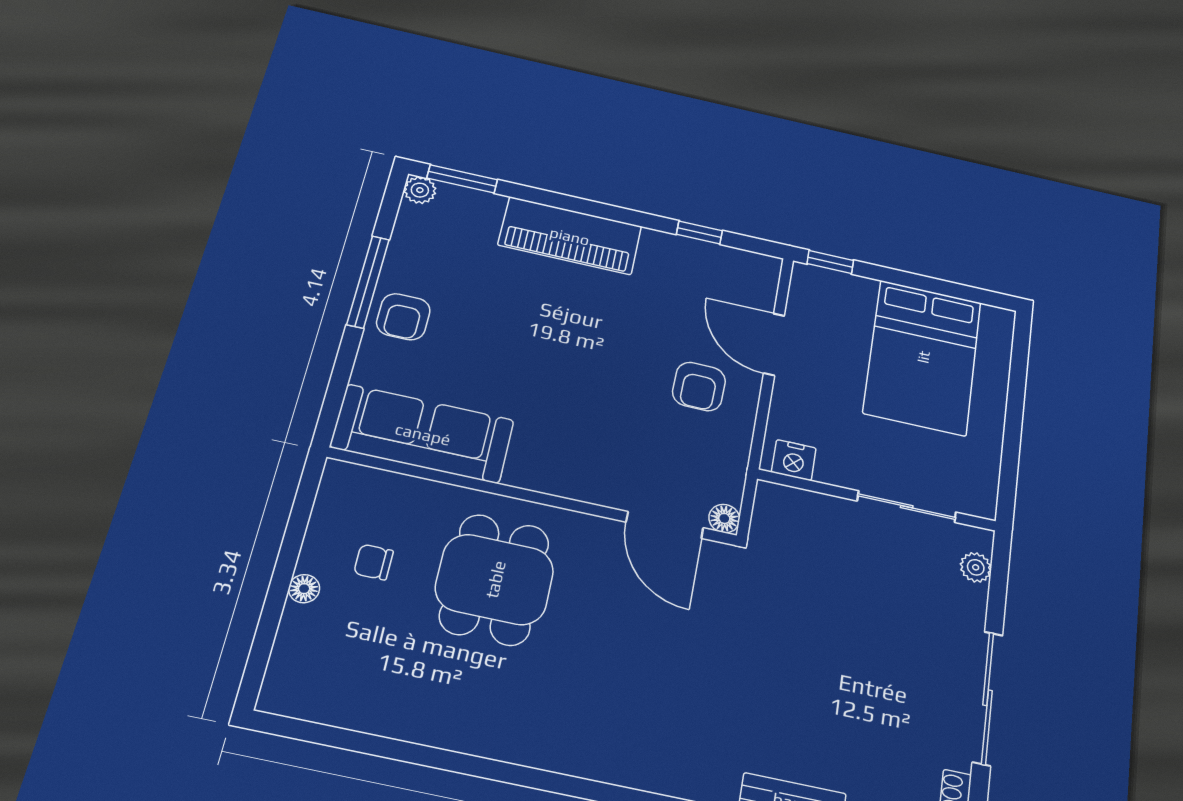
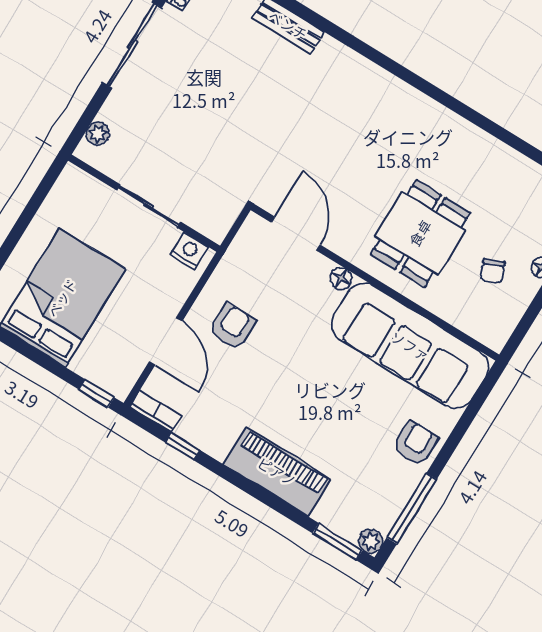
bookcase: (750, 262) -> (156, 411), added
window: (368, 282) -> (412, 508), moved
sofa: (423, 434) -> (410, 346), width x1.36, depth x1.27
sliding door: (907, 507) -> (149, 206), moved
floor lamp: (724, 518) -> (341, 278), moved
chair: (373, 562) -> (493, 271), turned 68

